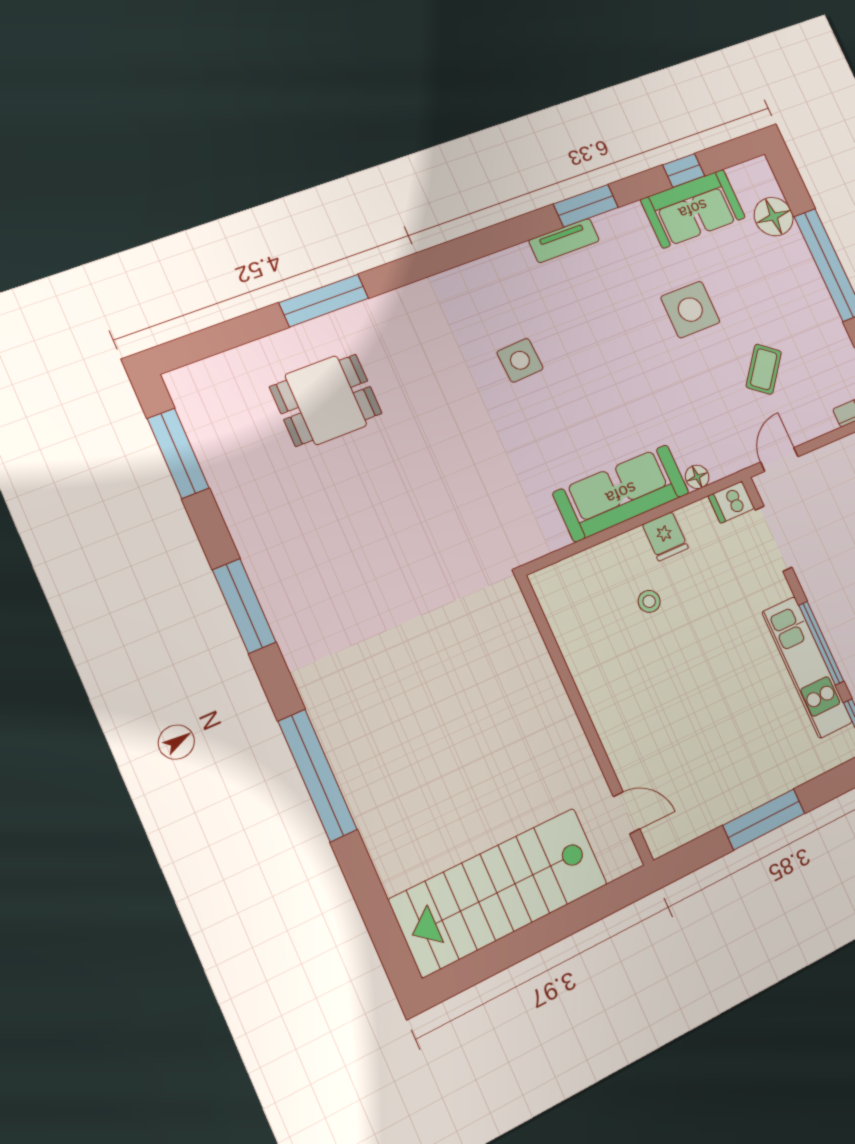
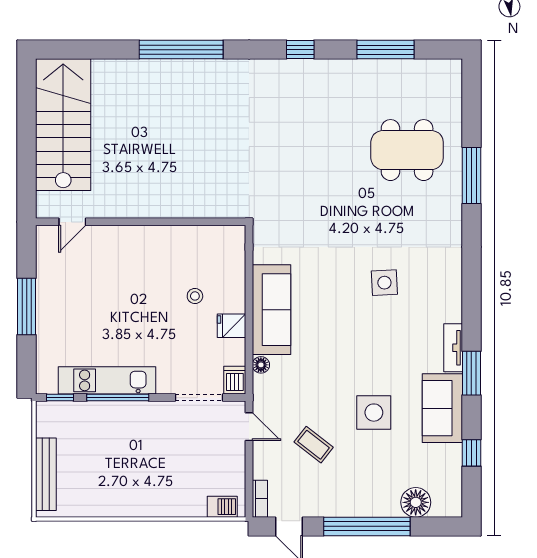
sofa: (693, 209) -> (442, 408), moved
dining table: (326, 400) -> (407, 150), width x1.38
window: (178, 453) -> (386, 50), moved
window: (244, 606) -> (300, 50), width x0.46

